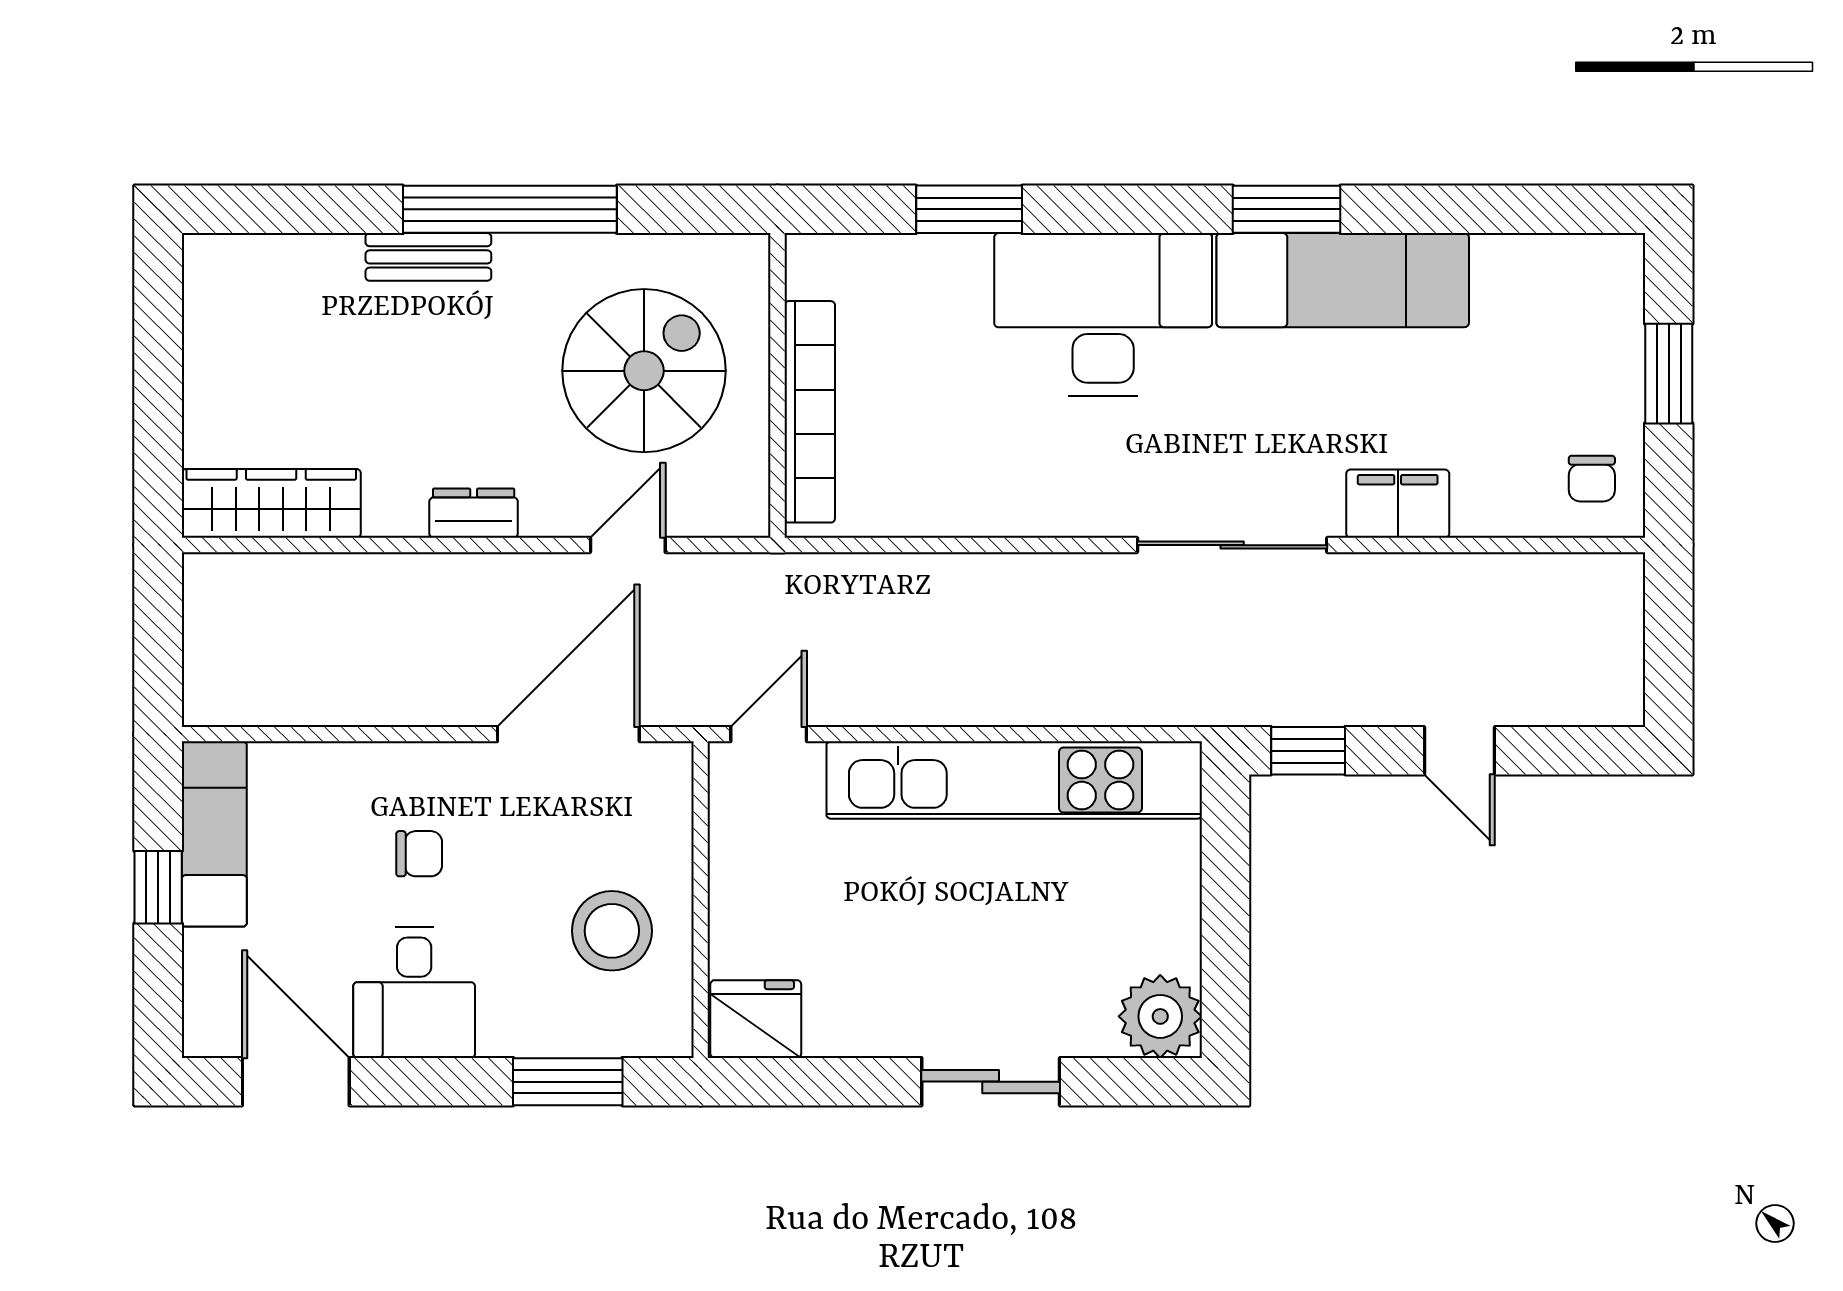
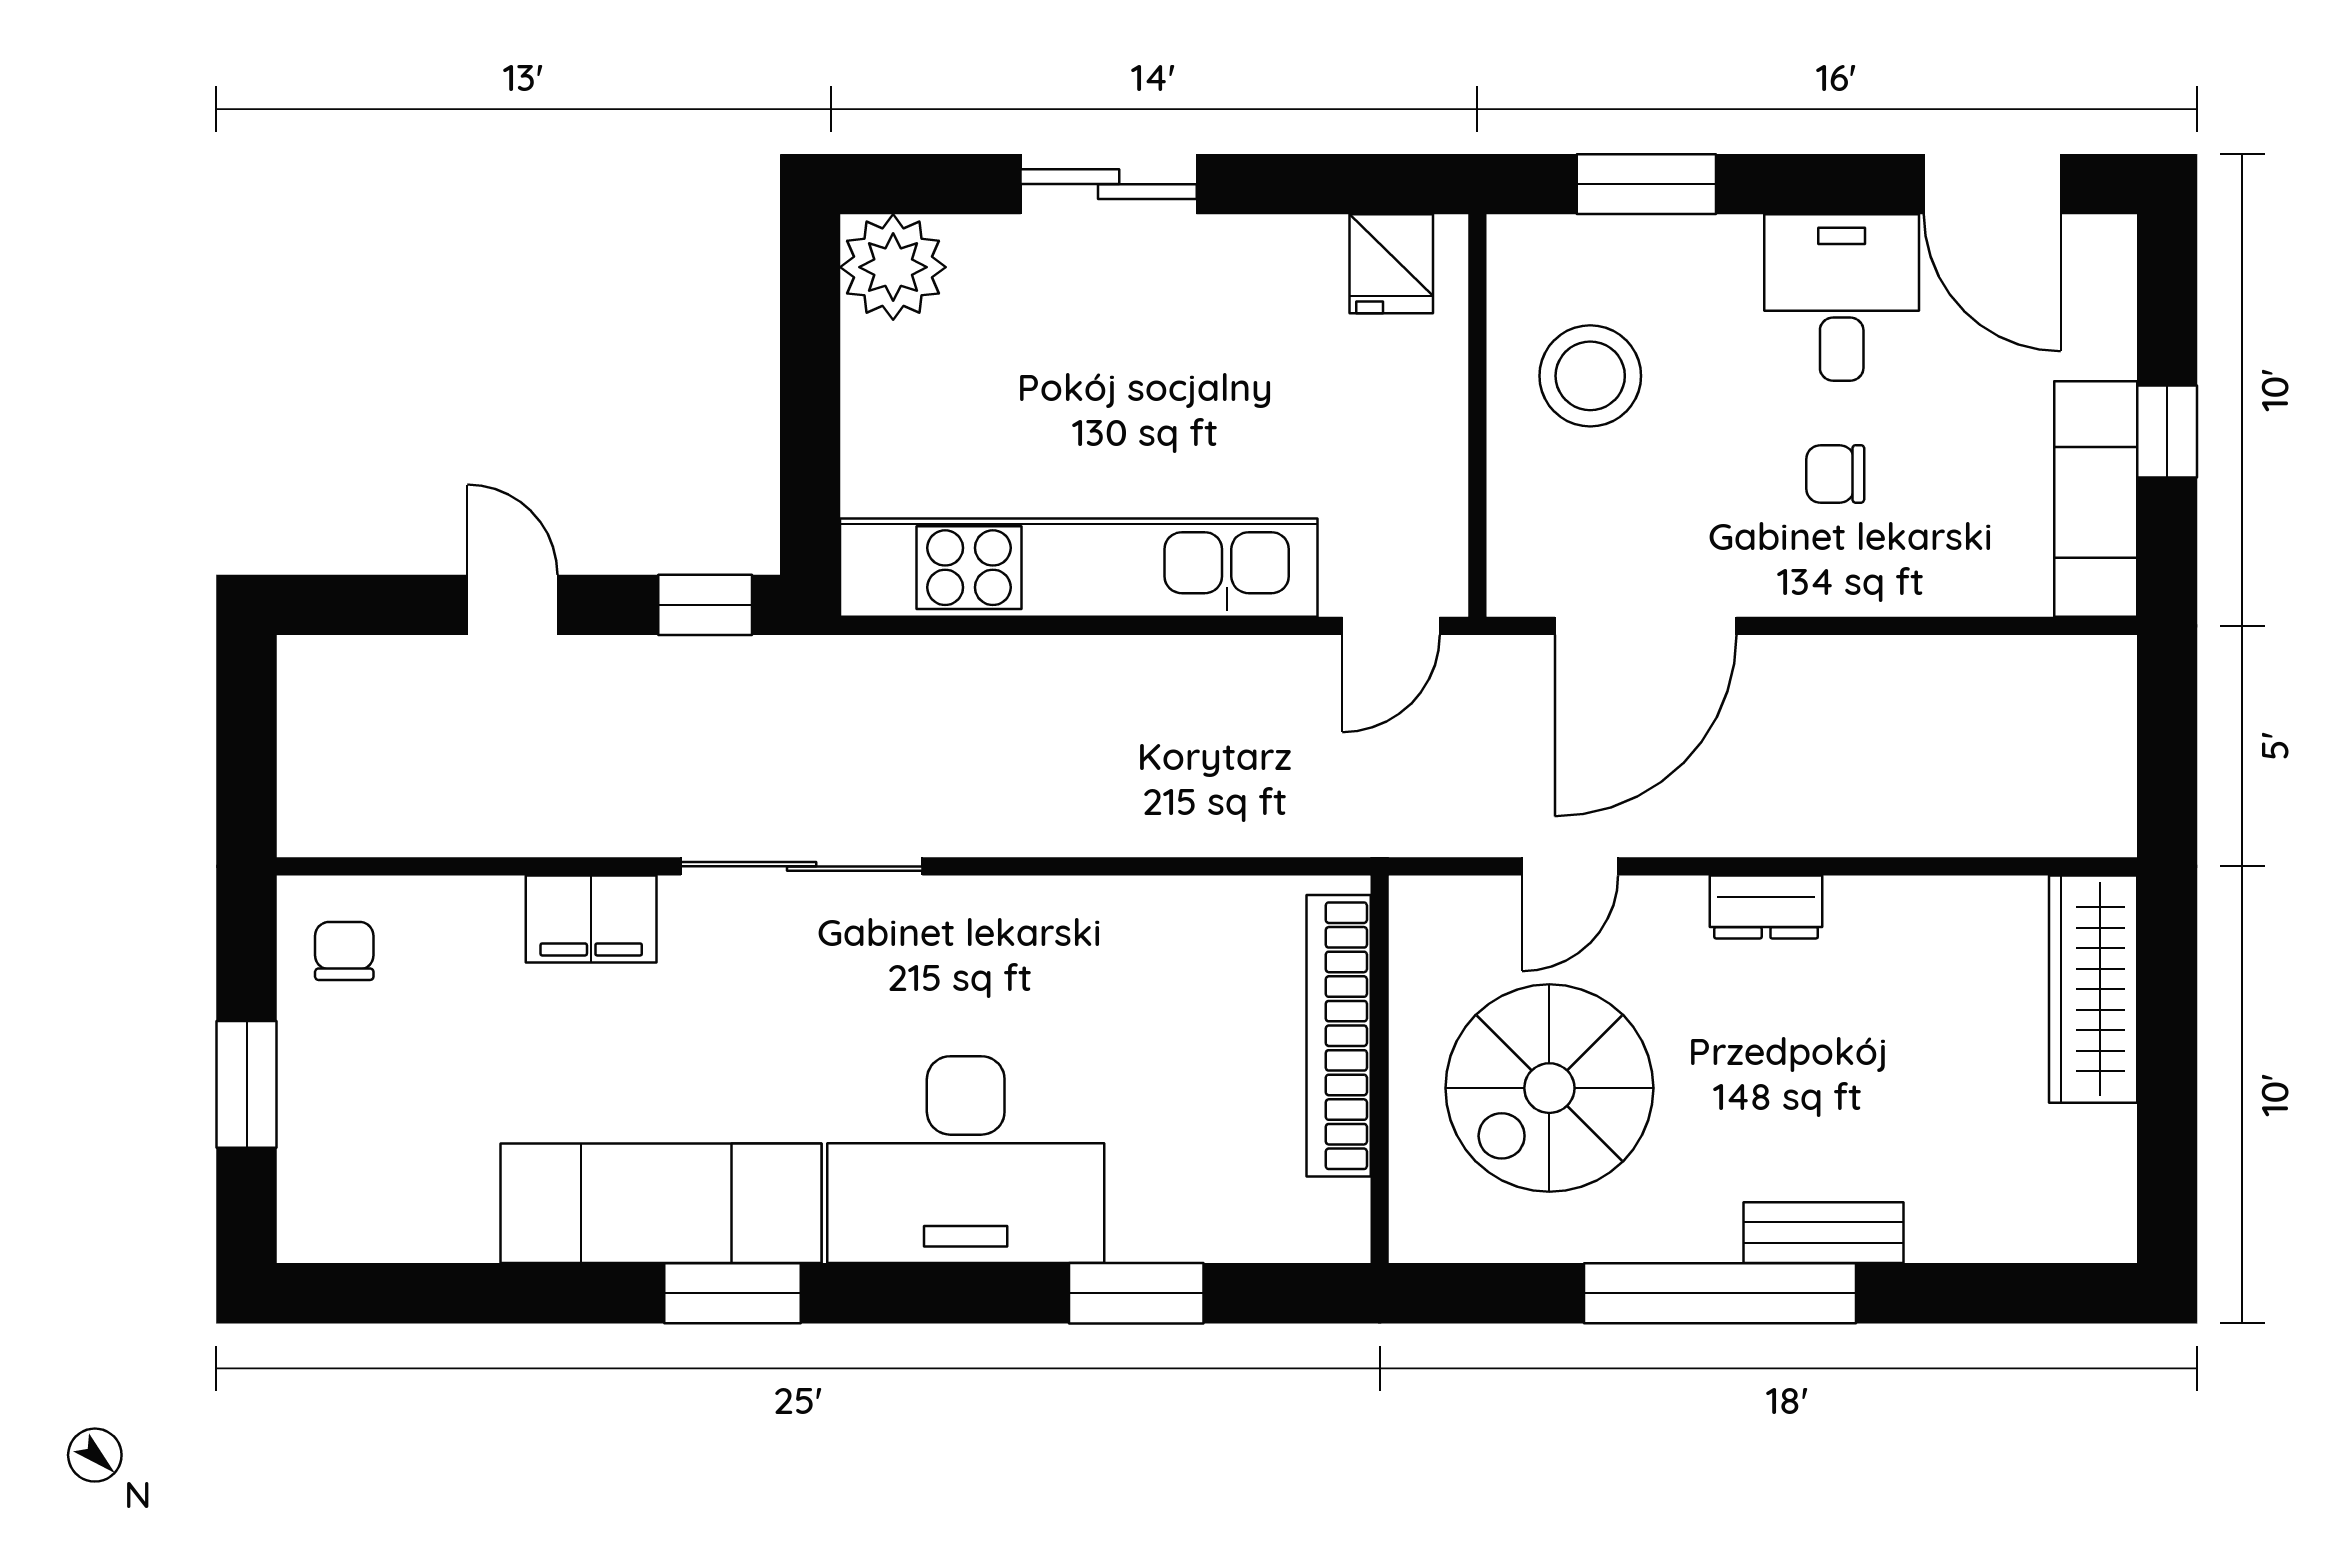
wardrobe: (271, 503) -> (2093, 989), moved, turned 90
fridge: (756, 1019) -> (1391, 264), width x0.72

